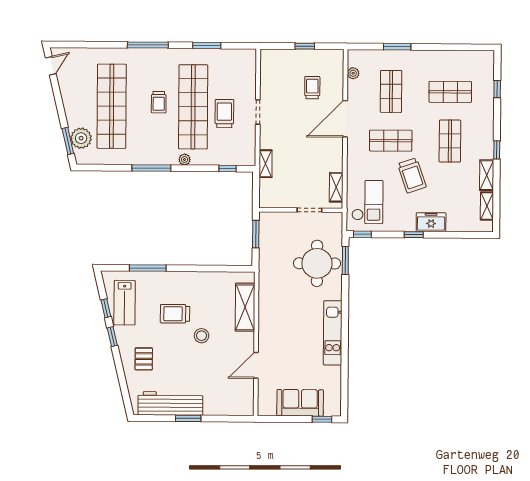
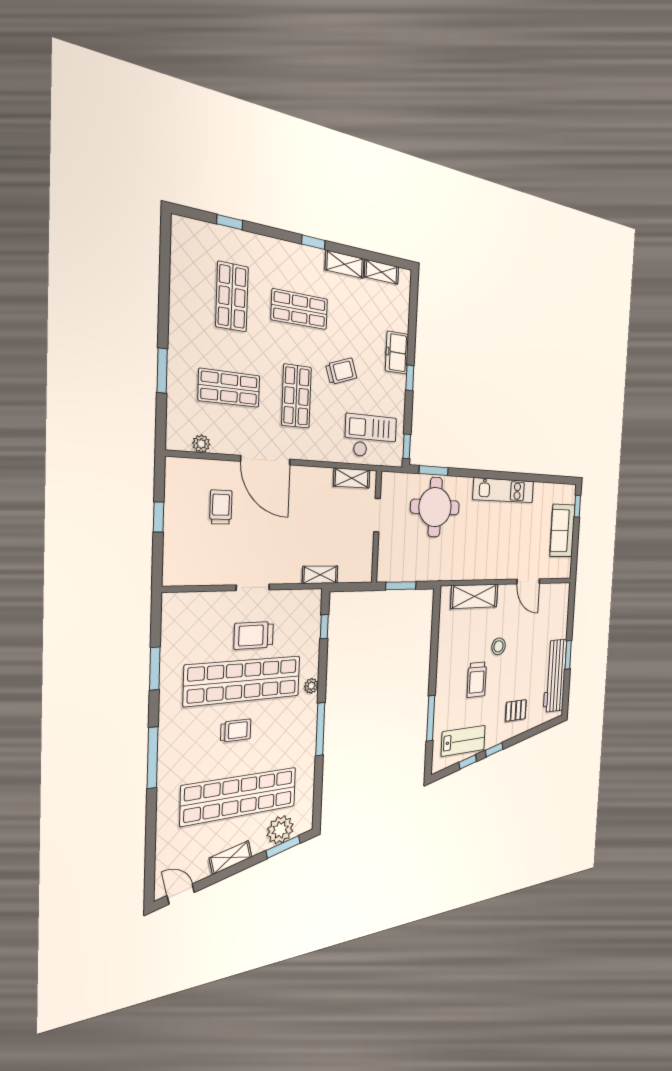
trolley: (312, 88) -> (221, 507), turned 90
shelving: (69, 101) -> (231, 858), added
trolley: (412, 175) -> (341, 371), width x0.73, depth x0.72

